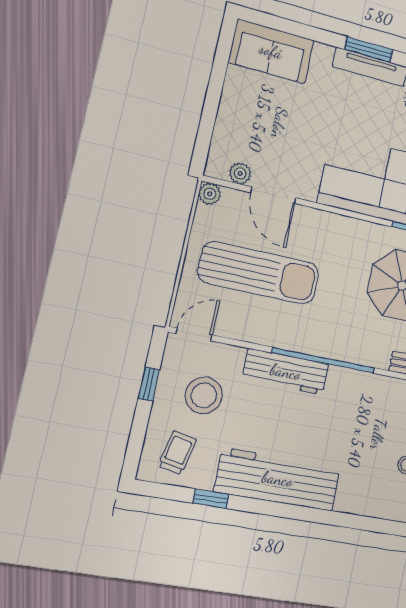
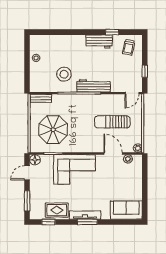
sun lounger: (259, 273) -> (112, 122), width x0.73, depth x0.75
stool: (204, 395) -> (64, 74), moved
workbench: (278, 479) -> (99, 41), width x0.53, depth x0.76

